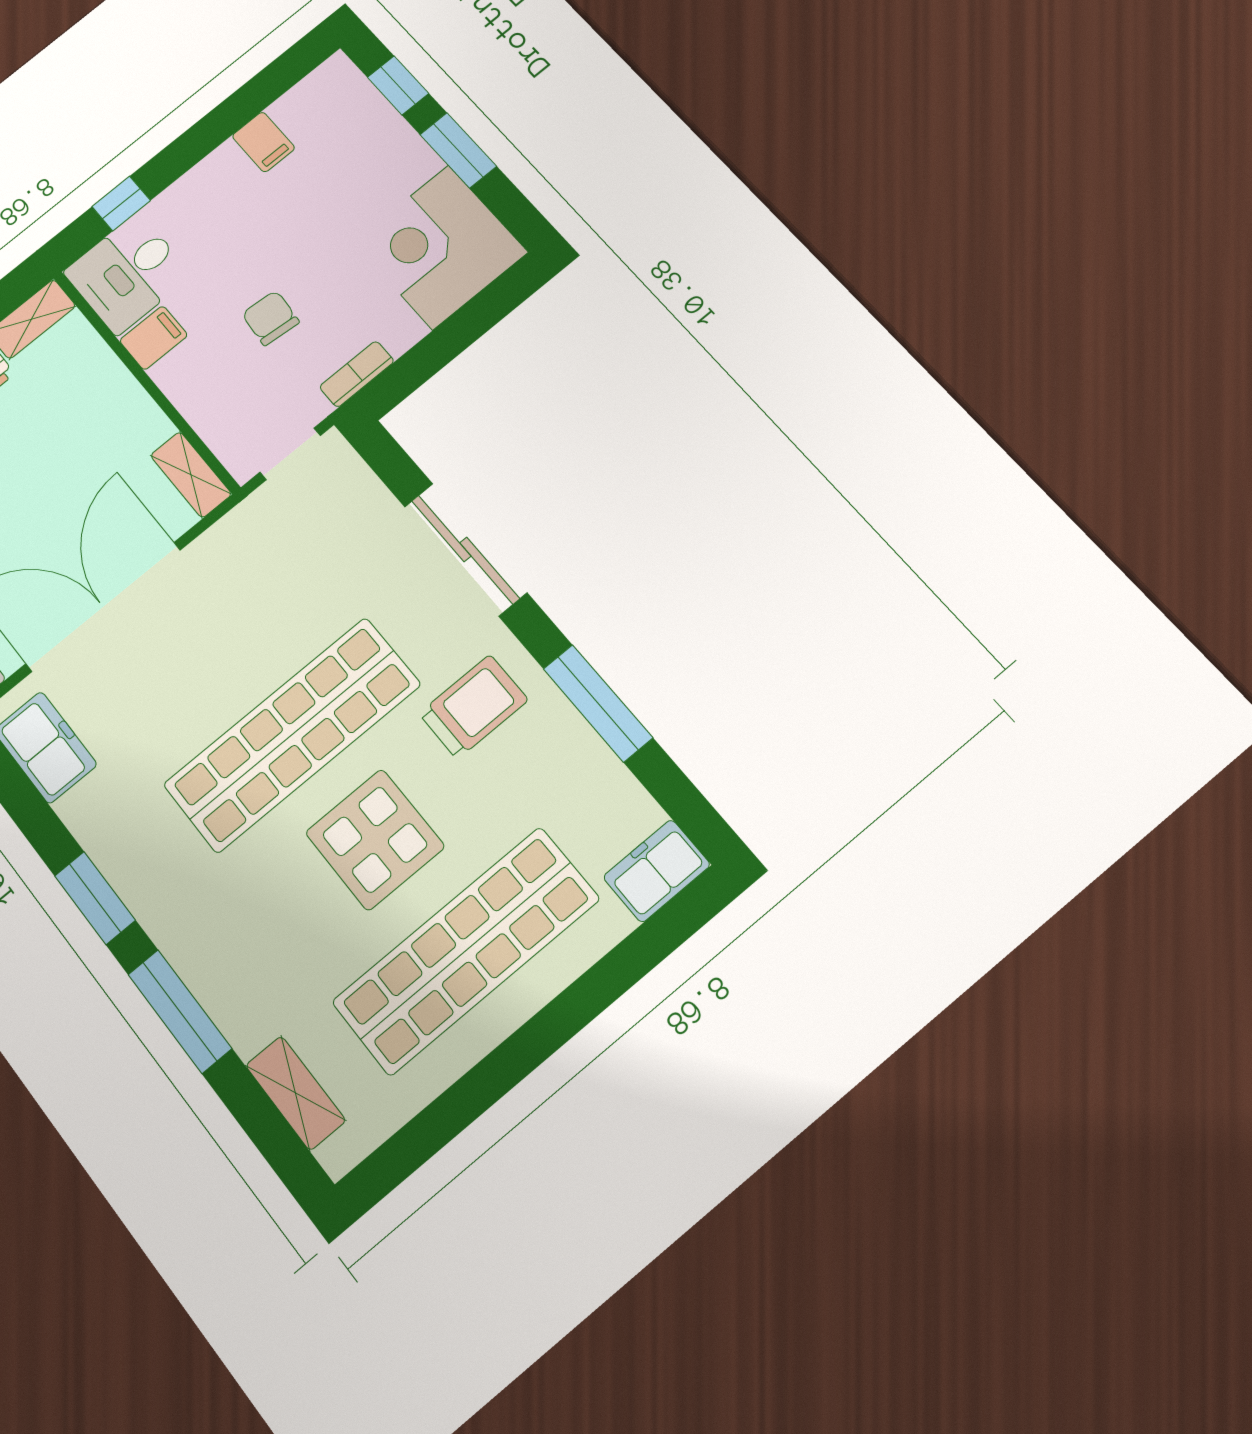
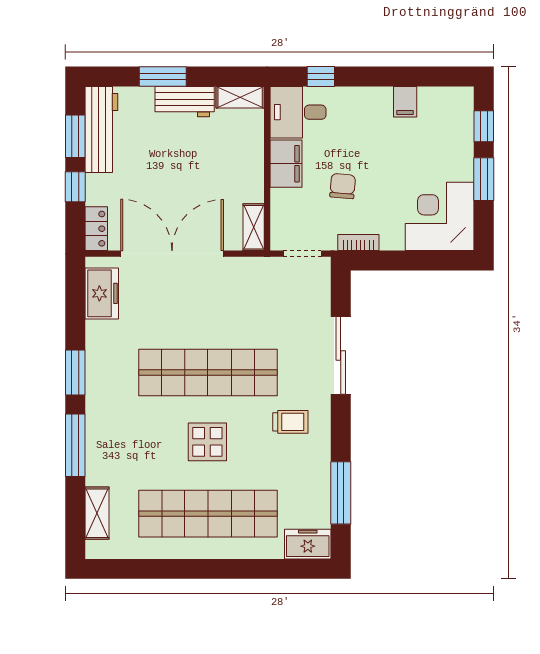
filing cabinet: (154, 338) -> (286, 164), width x2.00
window: (598, 703) -> (341, 493), moved
trolley: (474, 707) -> (290, 422), width x0.73, depth x0.72
display table: (375, 840) -> (207, 442), width x0.73, depth x0.73

